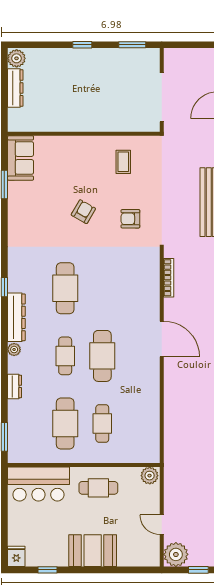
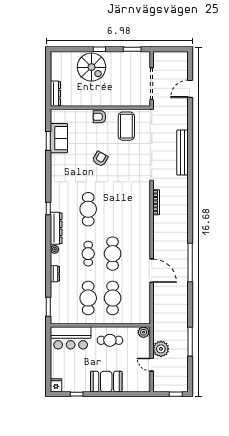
plant: (17, 58) -> (56, 58), removed
spiral stairs: (70, 72) -> (92, 67), added
dresser: (15, 88) -> (55, 94), moved
sofa: (21, 158) -> (59, 138), moved
coffee table: (123, 162) -> (126, 126), width x1.86, depth x1.72
armchair: (130, 219) -> (99, 117), moved
door: (162, 339) -> (152, 271), moved
cafe table: (102, 424) -> (113, 298), width x1.37, depth x1.35
plant: (176, 554) -> (161, 349), moved

